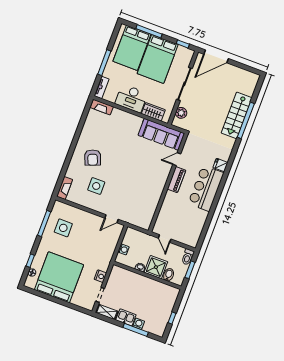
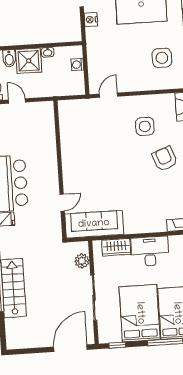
piano: (177, 180) -> (51, 178), removed
door: (165, 239) -> (17, 101), moved

